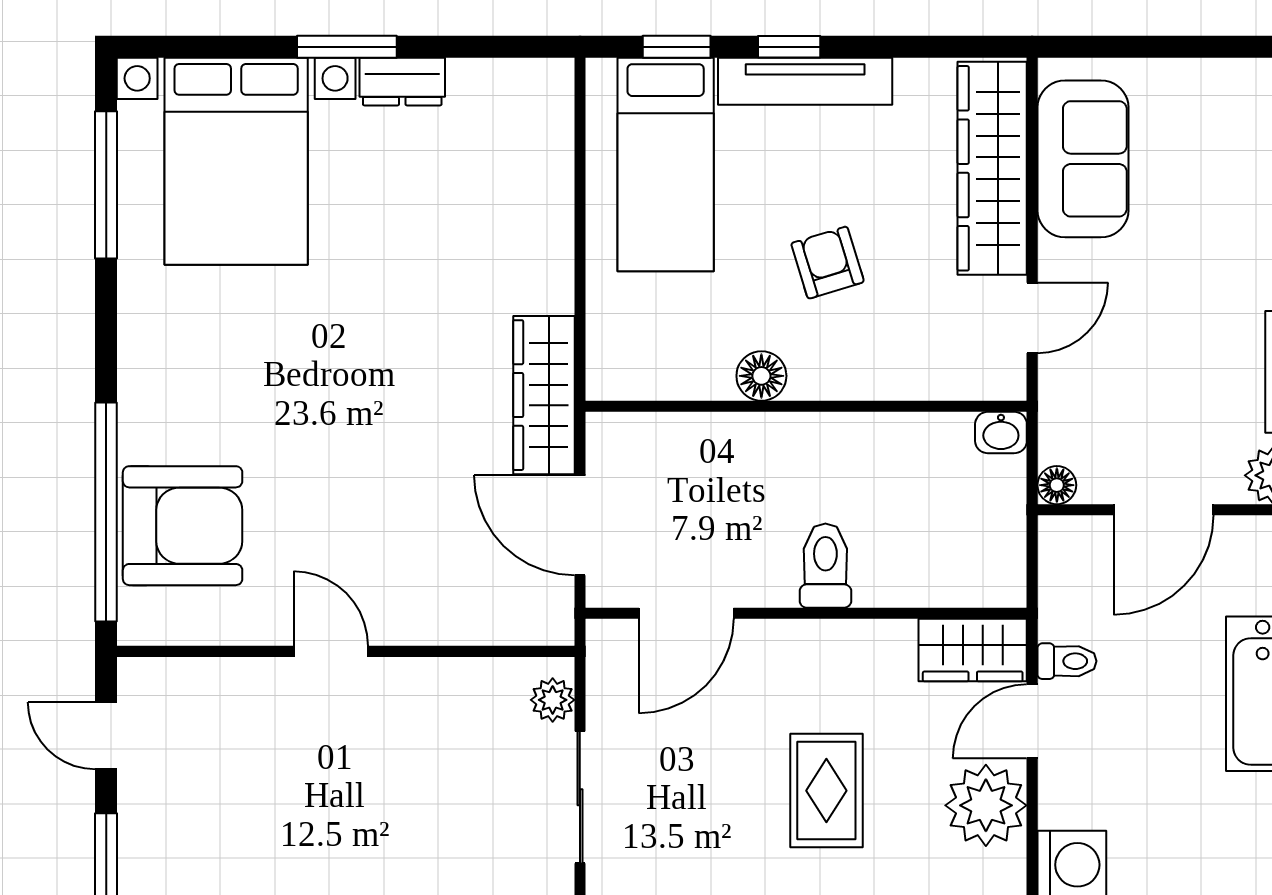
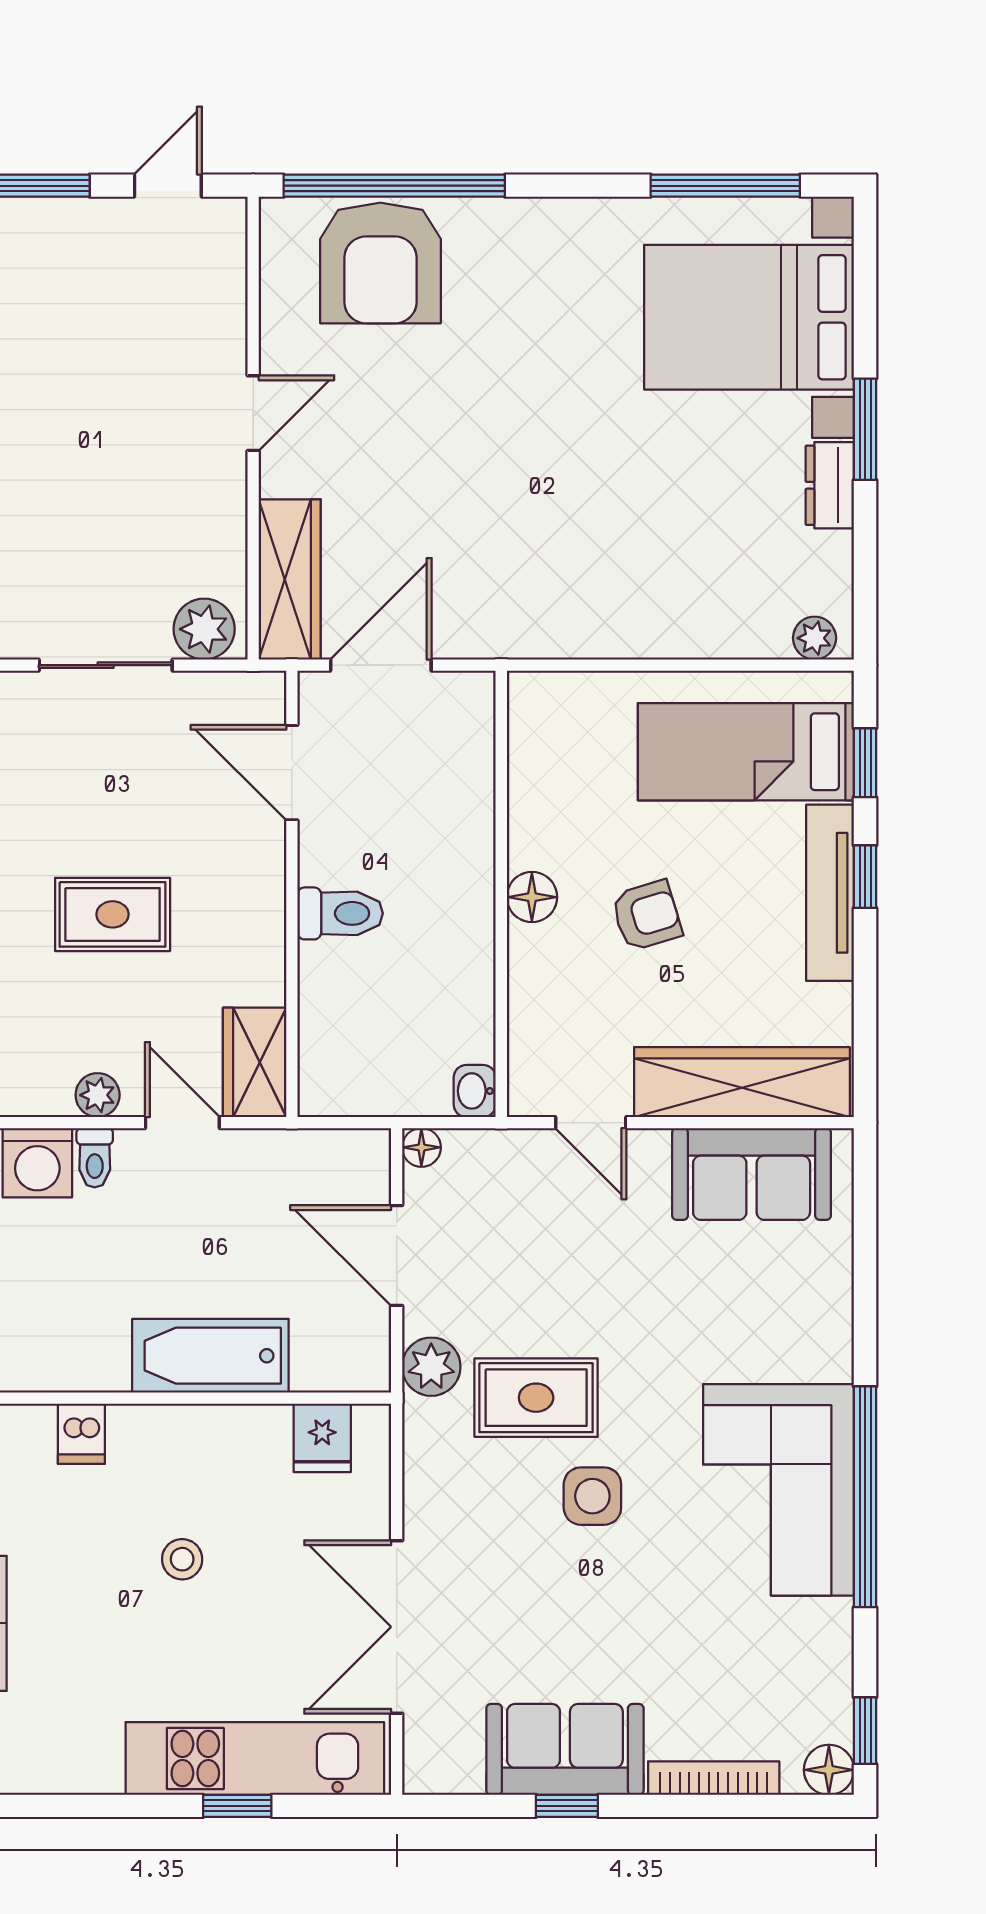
plant: (553, 97) -> (815, 638), added
floor lamp: (761, 376) -> (532, 897), moved
wardrobe: (544, 395) -> (290, 579), moved, turned 90
toilet: (1067, 661) -> (95, 1158), moved
plant: (553, 700) -> (204, 629), width x1.38, depth x1.38
plant: (986, 805) -> (98, 1095), width x0.53, depth x0.53

